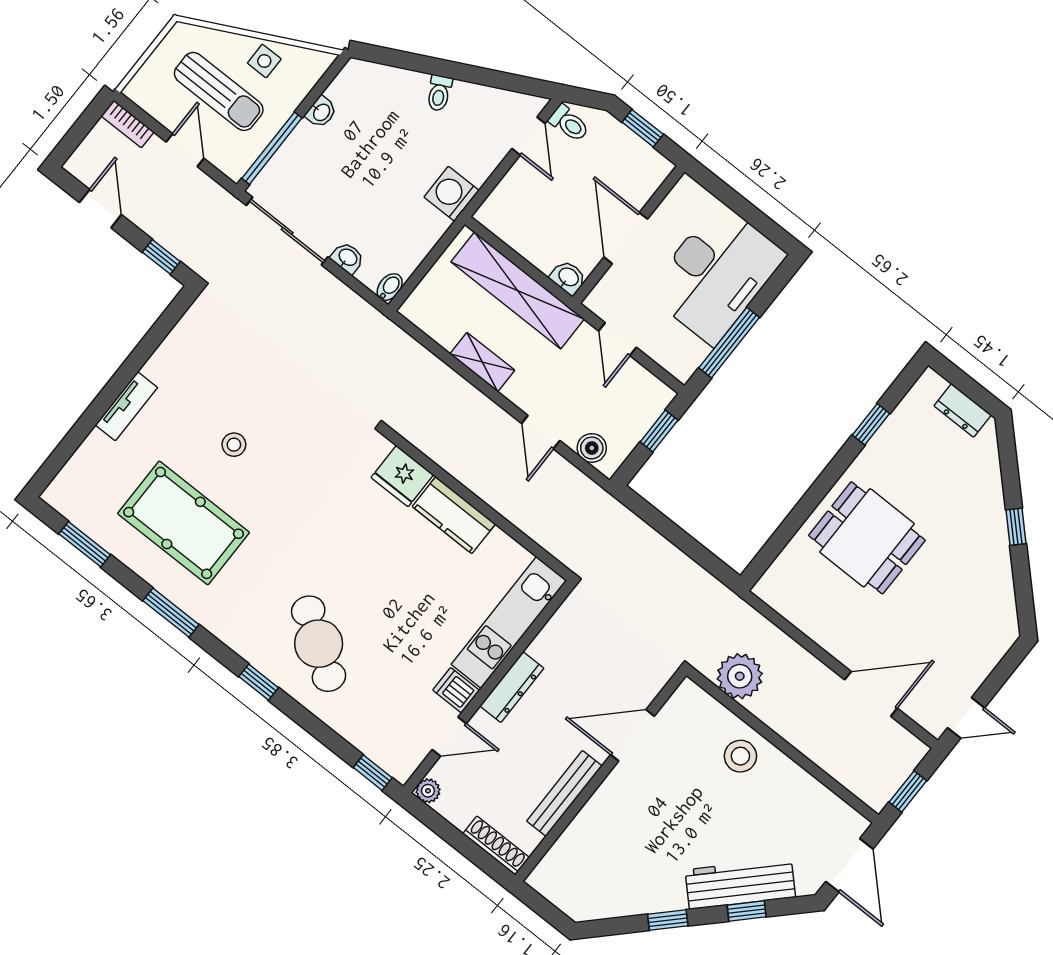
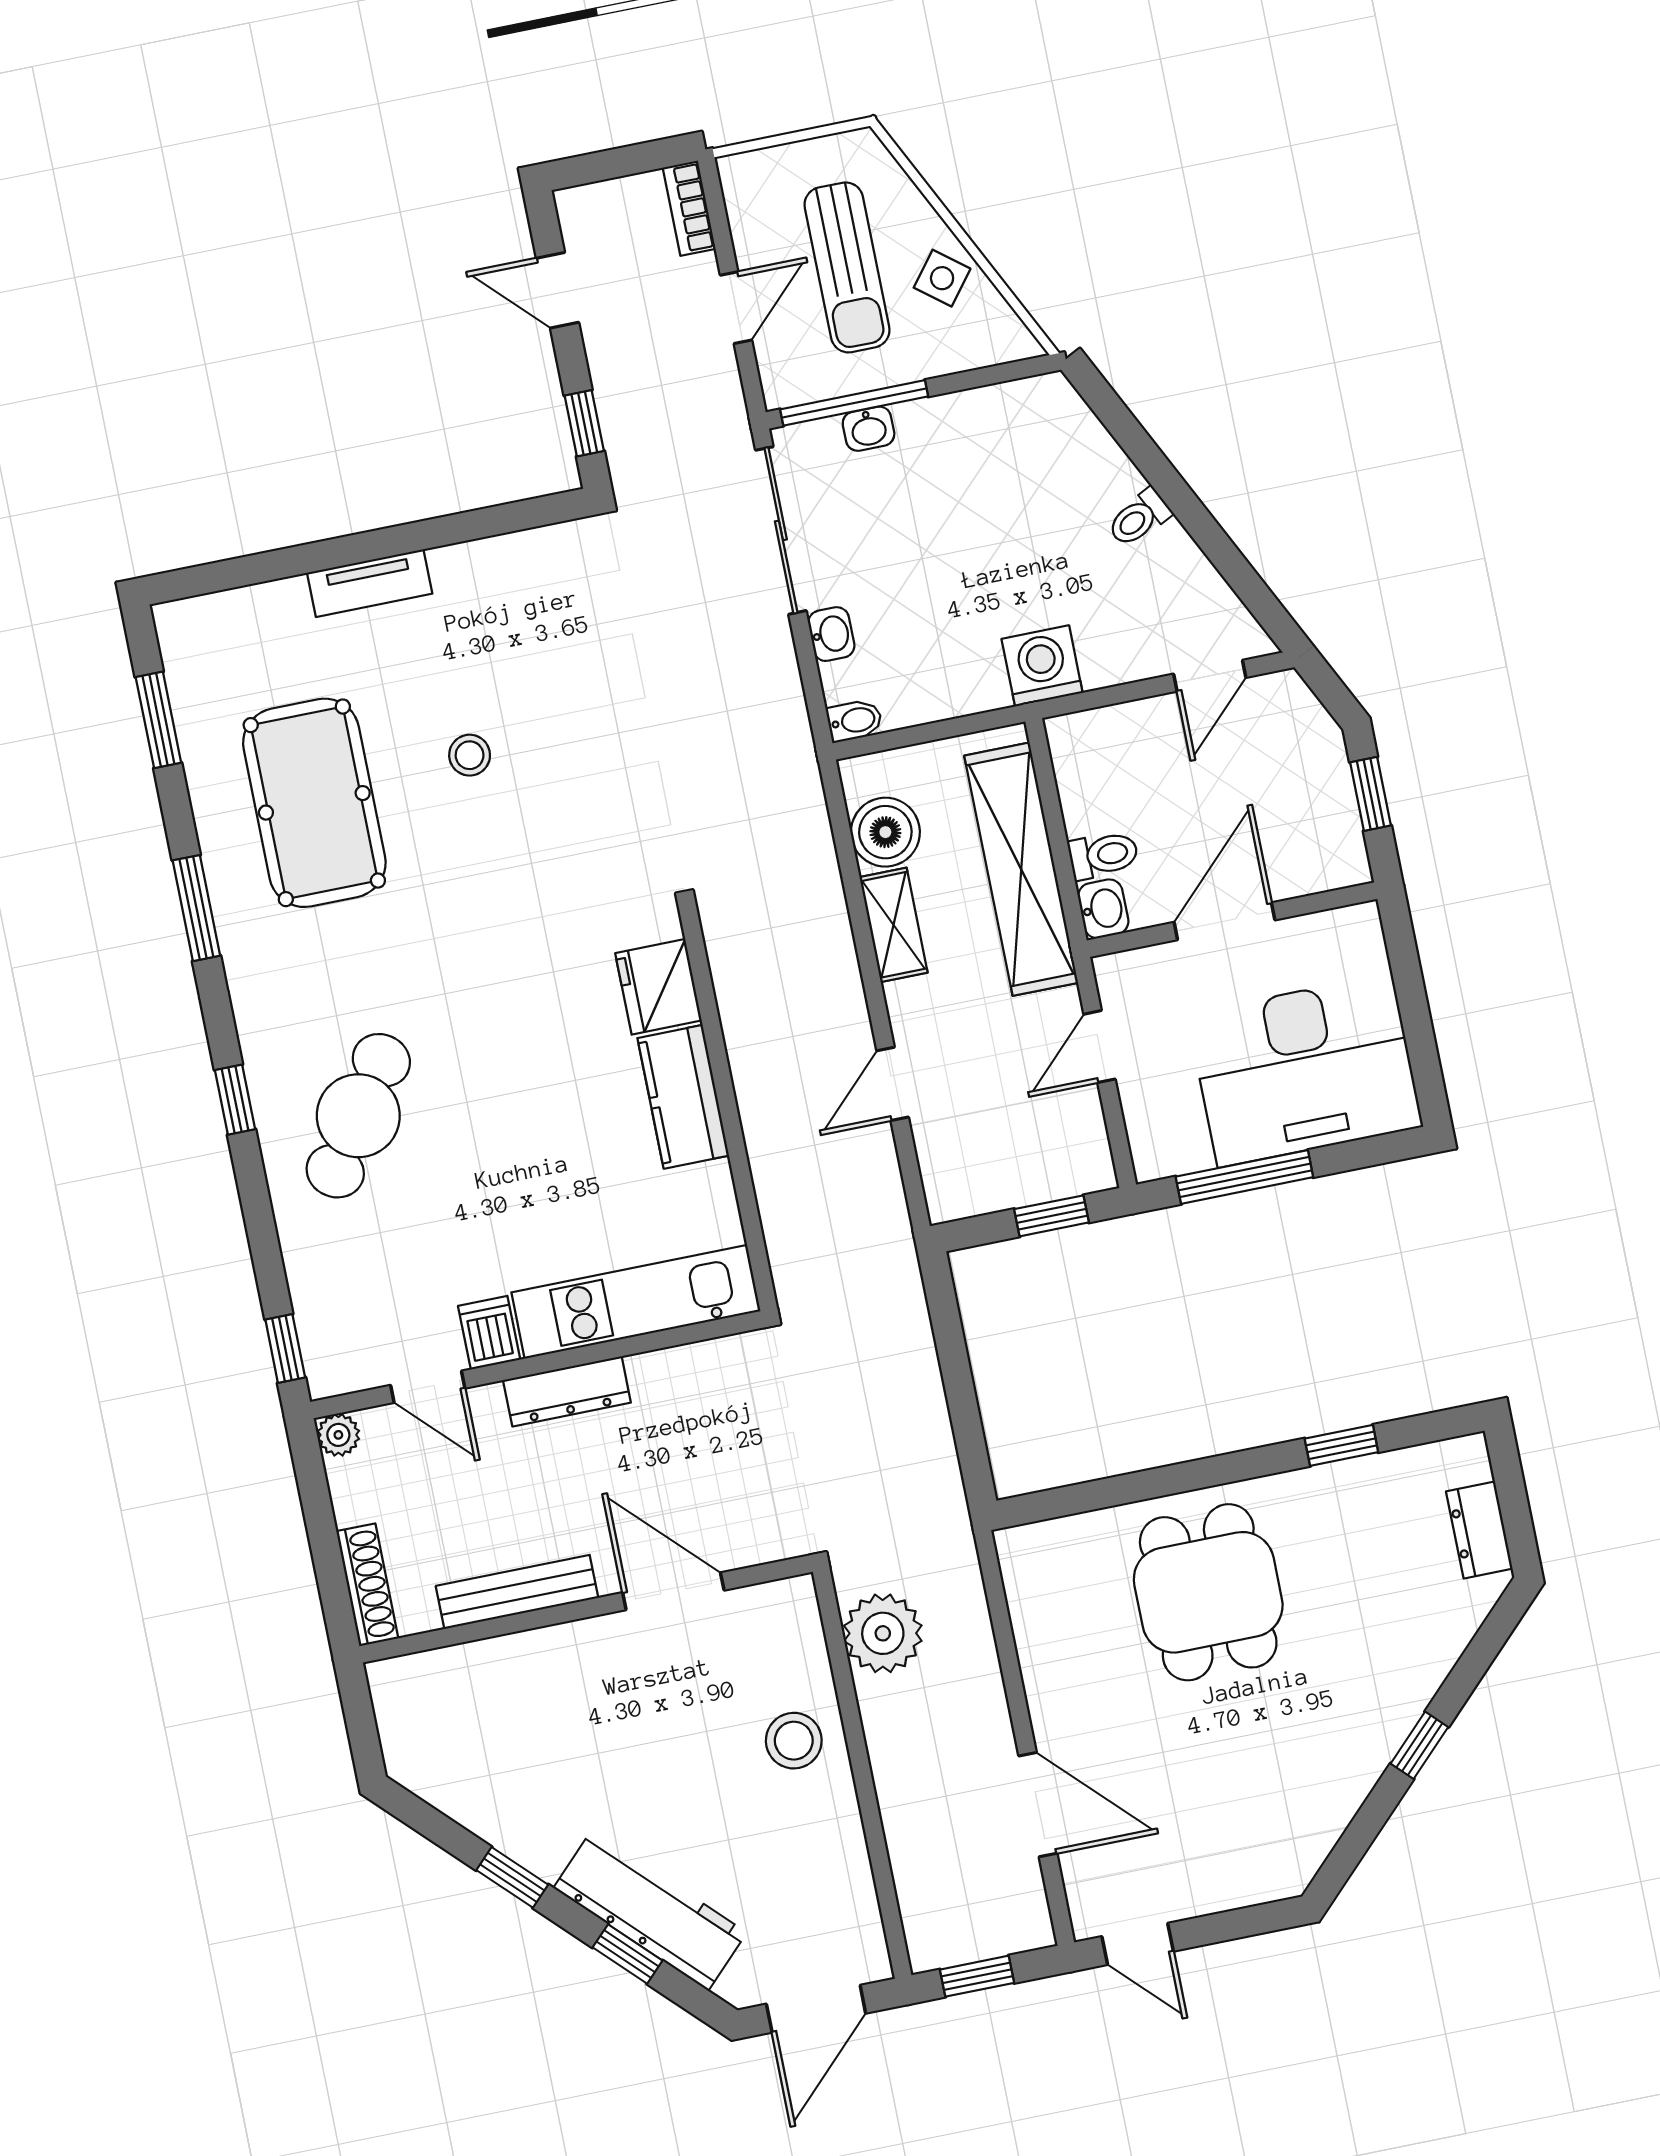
side table: (264, 61) -> (942, 278), turned 38
washbasin: (321, 112) -> (869, 429), moved
toilet: (569, 123) -> (1103, 855), moved, turned -90
door: (100, 209) -> (557, 290), swing flipped
boiler: (592, 448) -> (885, 832), moved, width x1.36, depth x1.36

